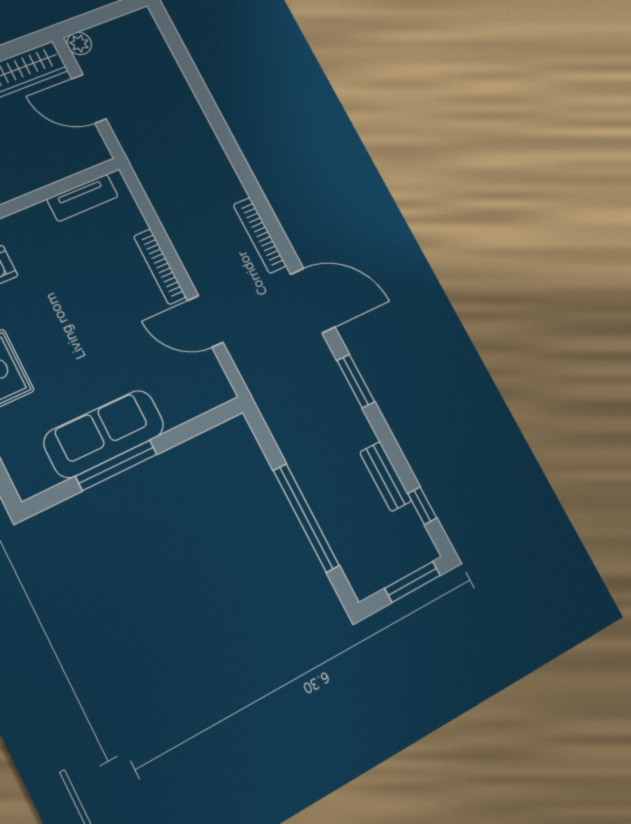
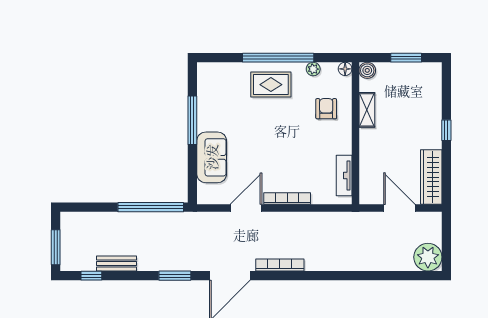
plant: (79, 43) -> (428, 257), moved, width x1.87, depth x1.87
door: (89, 99) -> (399, 208), hinge flipped
sofa: (104, 434) -> (212, 157), moved, width x0.73
window: (306, 518) -> (151, 207), moved

